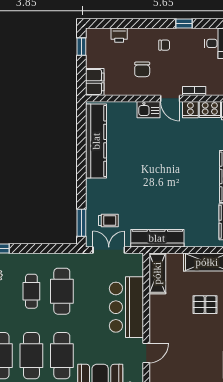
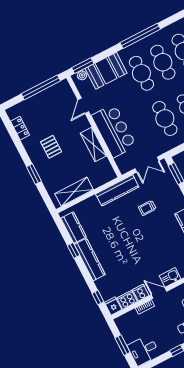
trolley: (108, 221) -> (147, 208), moved
shelving: (157, 273) -> (93, 144), moved
pallet: (205, 305) -> (51, 147), moved, turned 90

